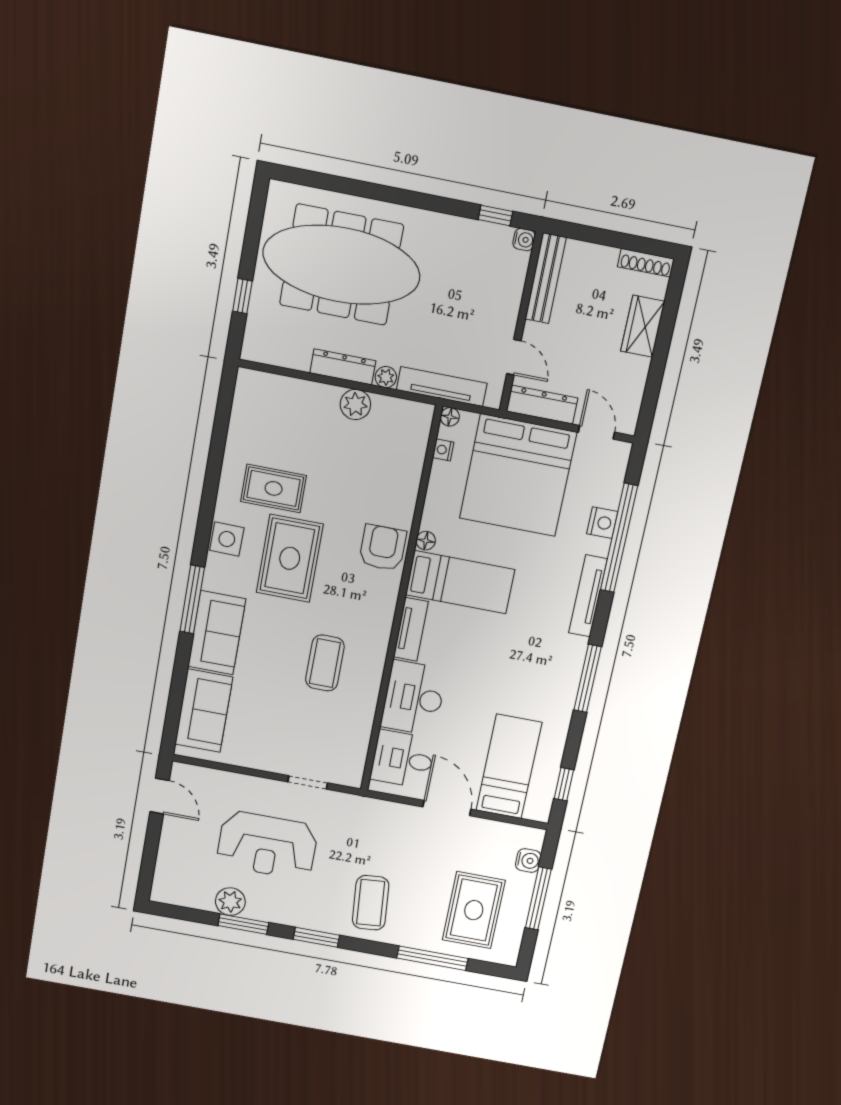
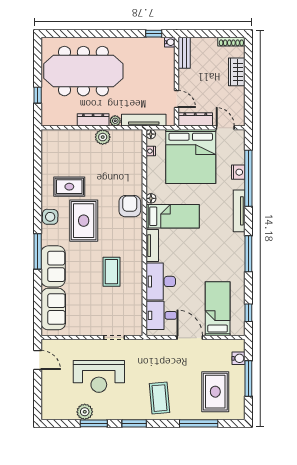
bench: (546, 278) -> (184, 53), width x0.73

